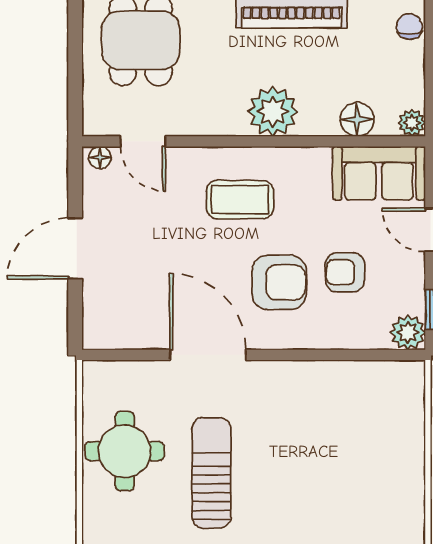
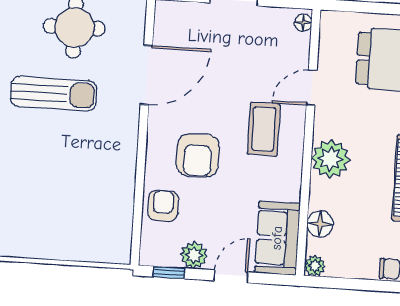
door: (143, 141) -> (312, 88), moved
armchair: (345, 272) -> (163, 206), moved
plant: (408, 332) -> (194, 255), moved
door: (208, 355) -> (146, 75), moved

